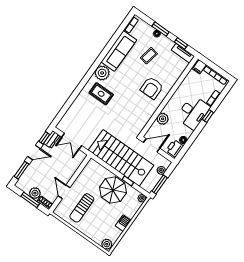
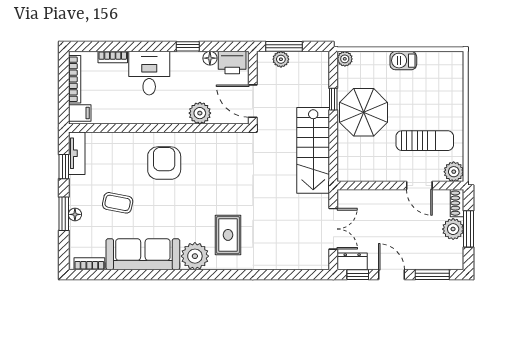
armchair: (152, 88) -> (164, 163), turned -90
desk: (193, 112) -> (149, 73), width x0.73
window: (208, 116) -> (188, 46), moved
stairs: (121, 158) -> (313, 150), width x0.73, depth x0.66
window: (160, 184) -> (284, 46), moved
door: (64, 192) -> (419, 185), hinge flipped
plant: (107, 244) -> (454, 172), moved

